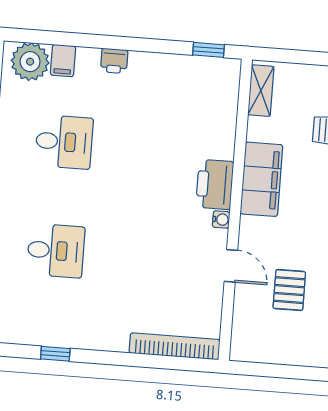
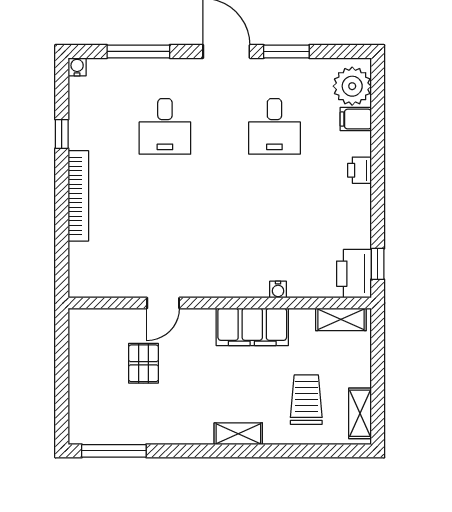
printer: (215, 184) -> (354, 274), moved, turned -90
water cooler: (221, 219) -> (278, 290), moved
pallet: (289, 290) -> (143, 363), turned 90
bookcase: (175, 346) -> (78, 196), moved

